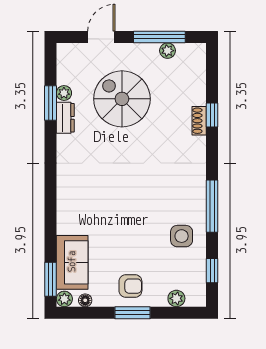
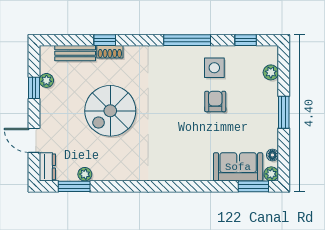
window: (159, 37) -> (34, 88), width x0.46
bench: (198, 82) -> (75, 53), added
spiral stairs: (122, 99) -> (110, 111), moved
window: (51, 103) -> (74, 186), moved
dresser: (65, 118) -> (47, 167), moved, turned 90
armchair: (130, 286) -> (215, 101), moved

